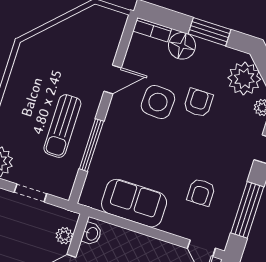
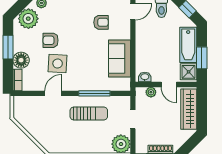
door: (113, 79) -> (53, 93), hinge flipped

